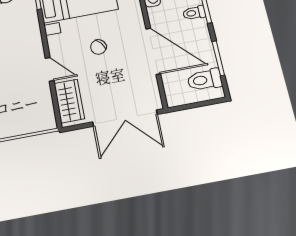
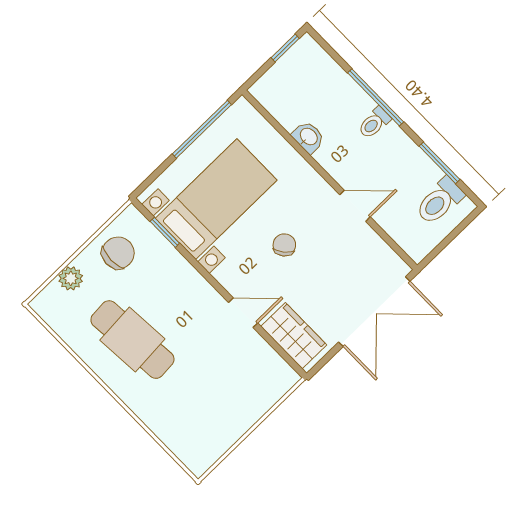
chair: (98, 47) -> (284, 245), turned 180
door: (153, 51) -> (355, 206), width x0.53

